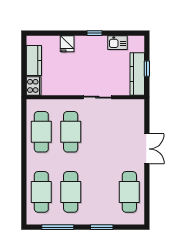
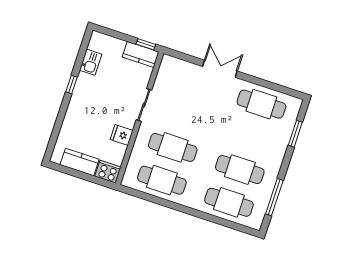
fridge: (67, 44) -> (122, 135), moved, turned 180
window: (147, 69) -> (146, 44), moved
kitchen counter: (137, 74) -> (141, 54), width x0.67
window: (102, 227) -> (295, 134), moved

